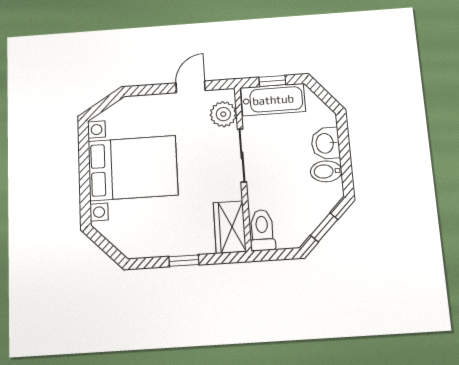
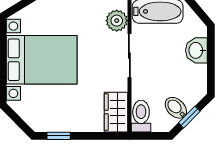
bidet: (326, 171) -> (176, 108), moved, turned 45
window: (184, 261) -> (59, 136), moved

